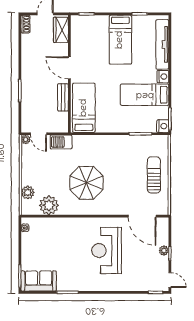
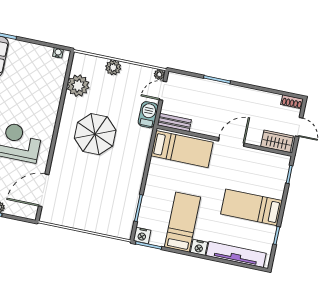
bench: (63, 97) -> (174, 122), moved
sun lounger: (154, 175) -> (88, 214), removed
plant: (28, 193) -> (113, 67), moved

